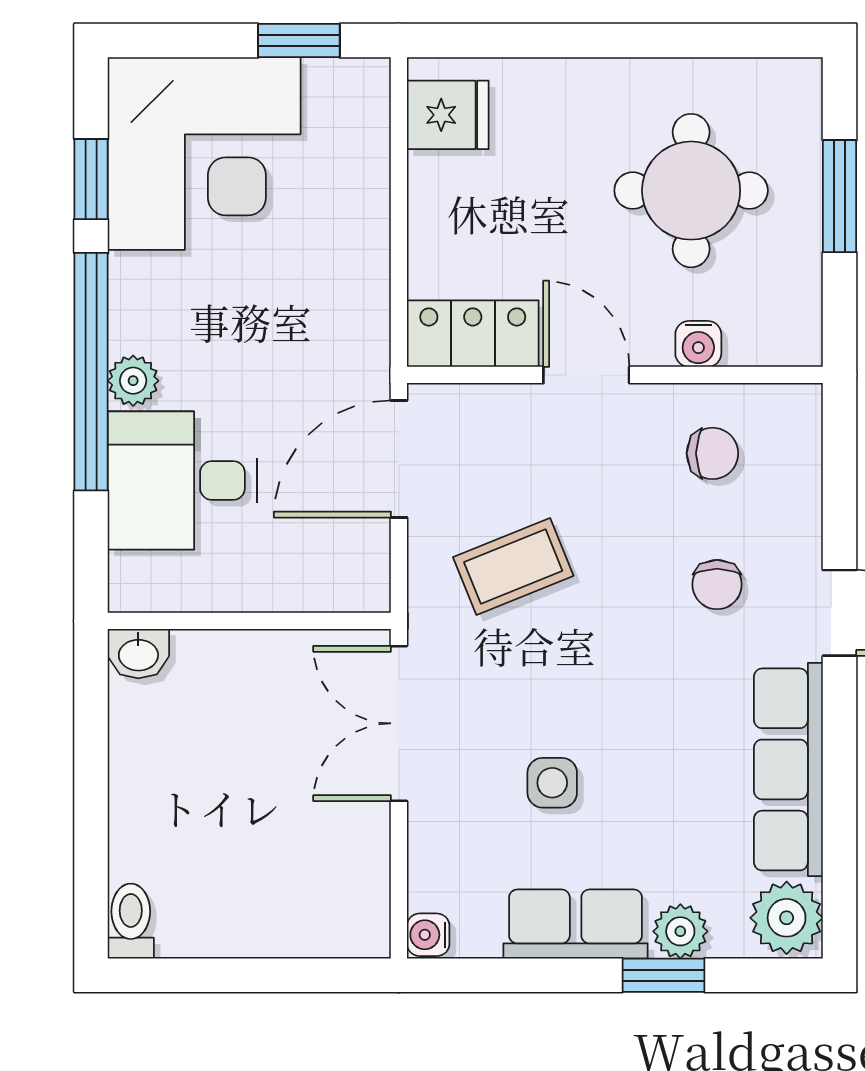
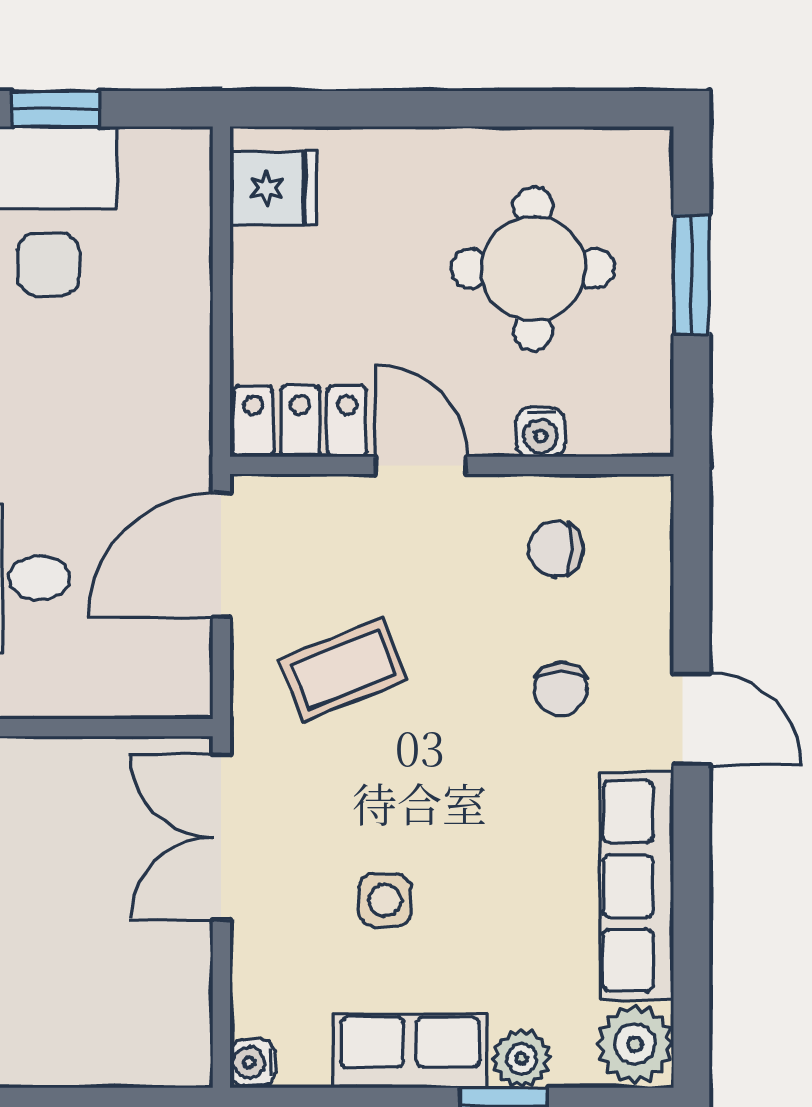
window: (299, 41) -> (55, 109), moved
chair: (712, 453) -> (556, 549), turned 180

